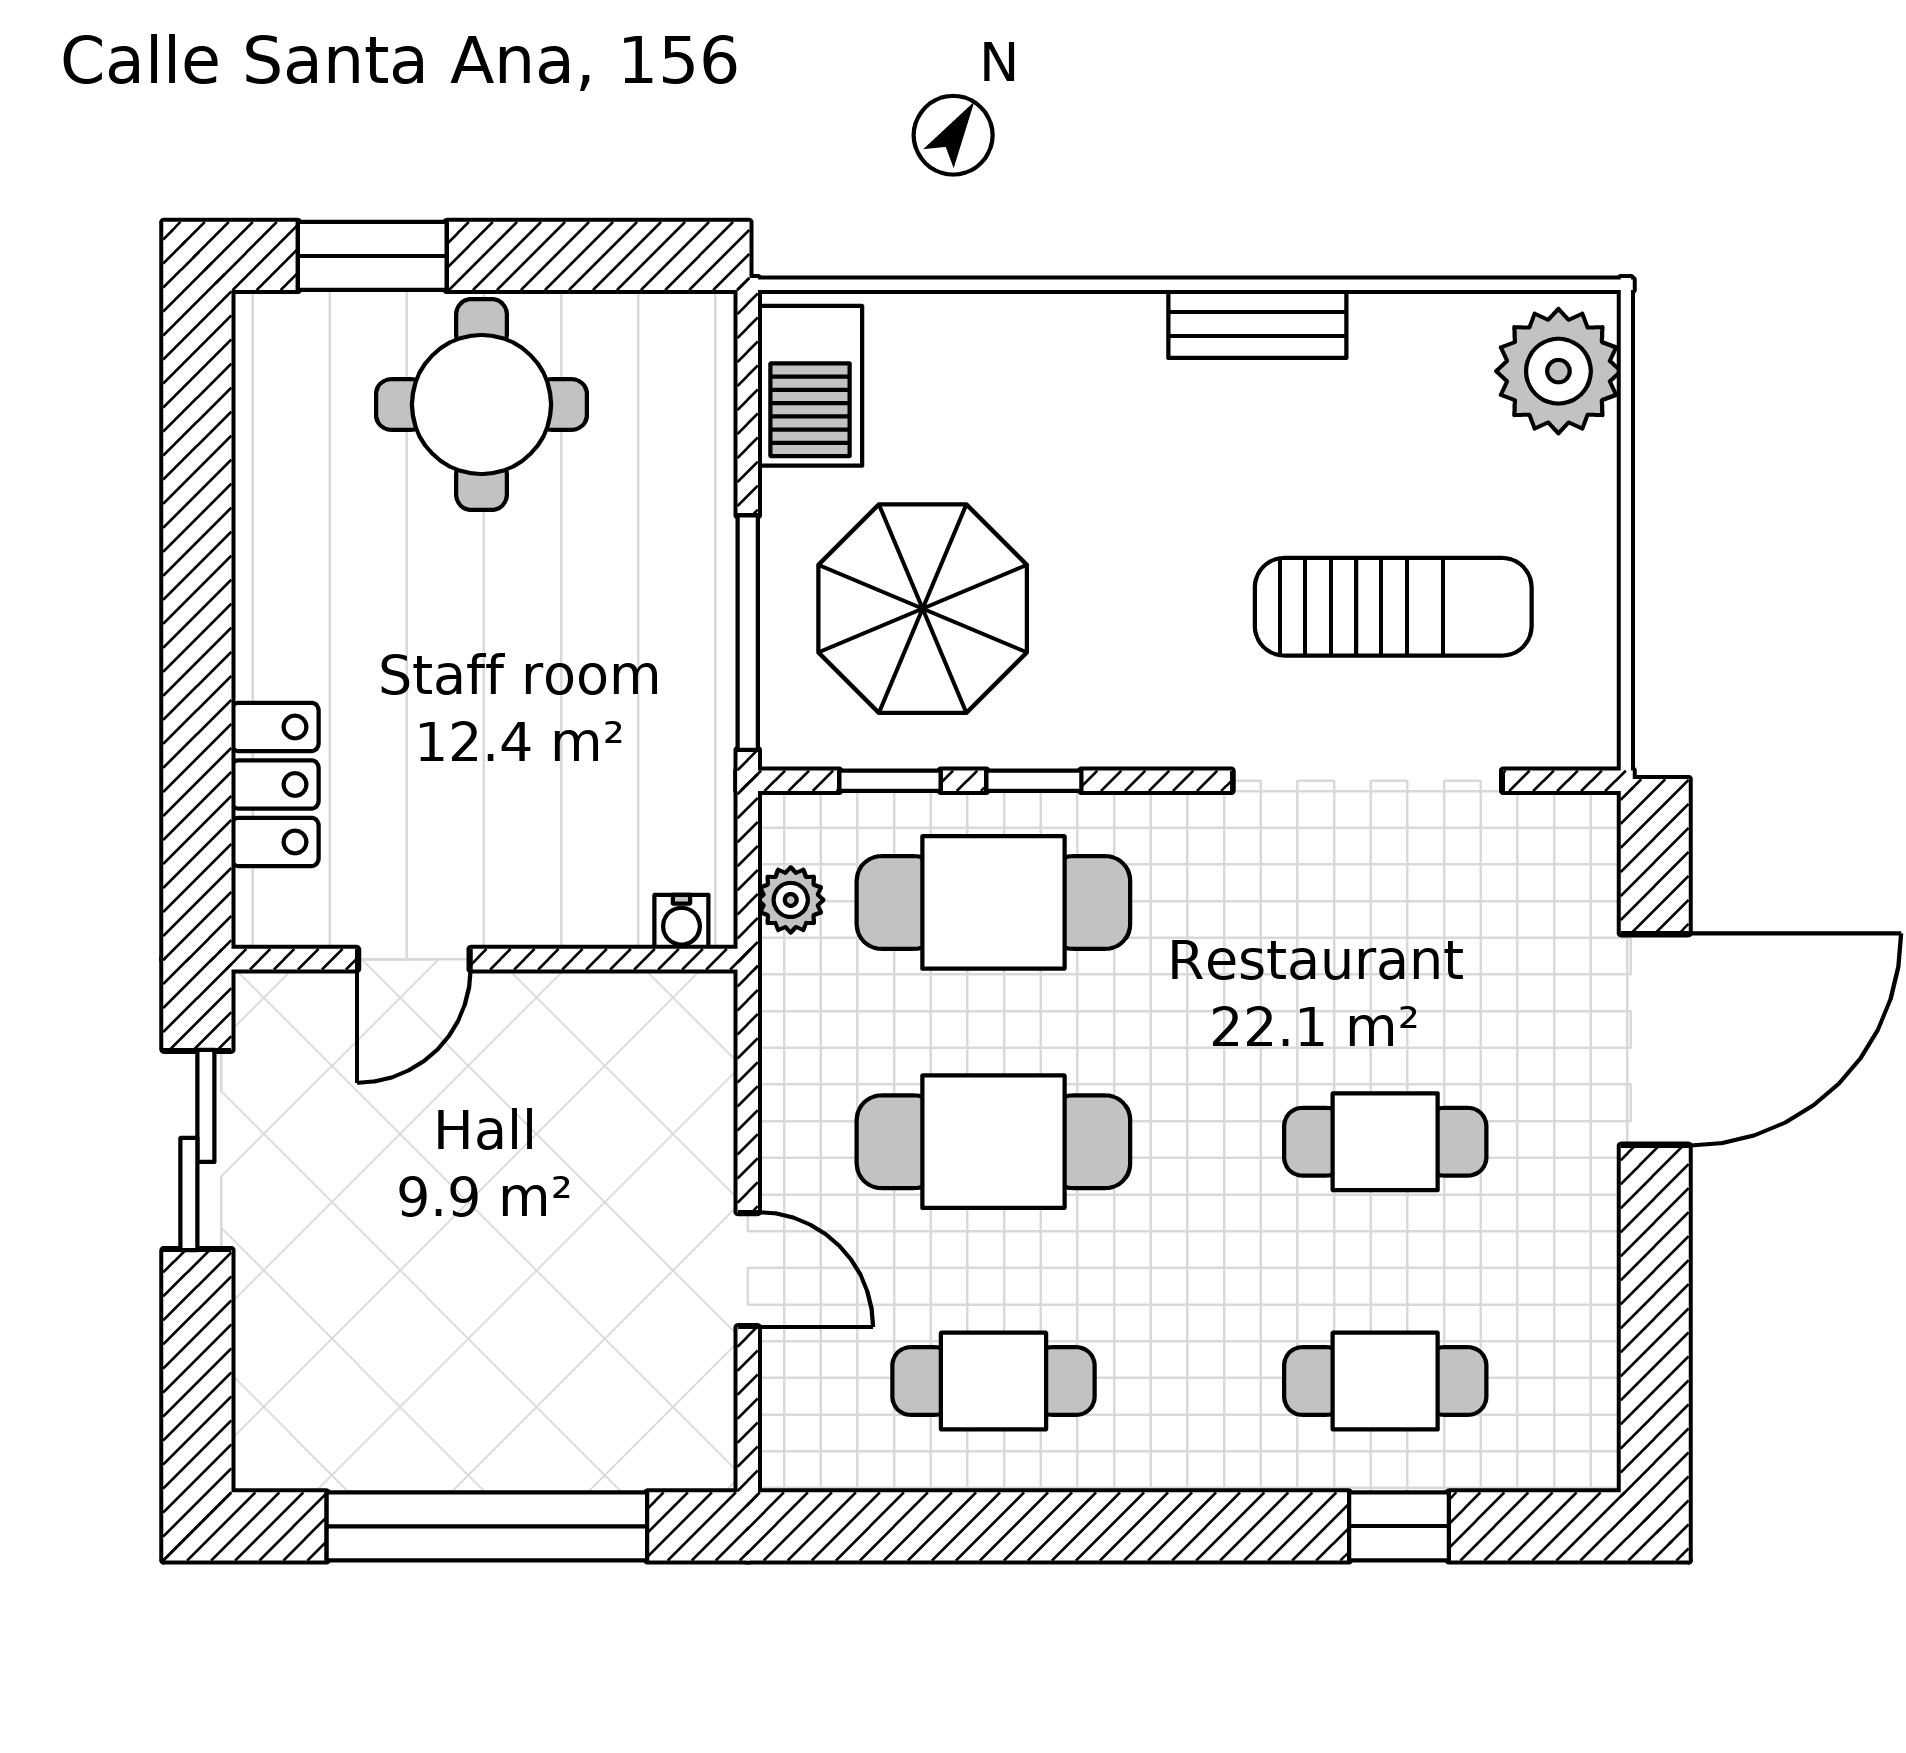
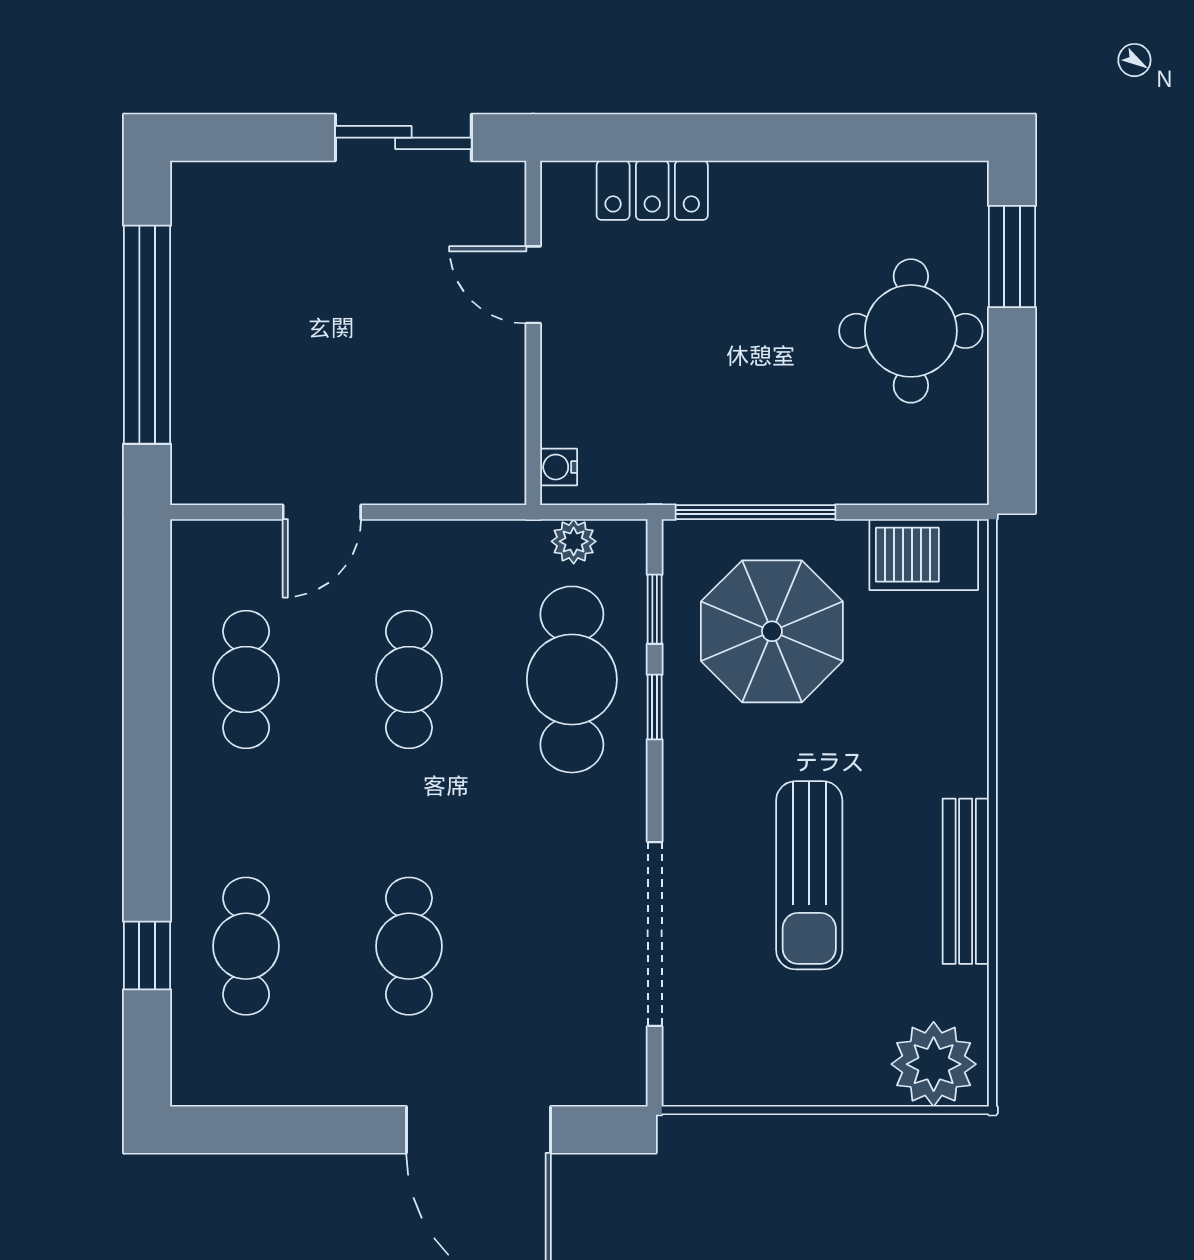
bench: (1257, 324) -> (966, 881), width x1.36
sun lounger: (1393, 607) -> (809, 875), moved
cafe table: (993, 1142) -> (409, 679), width x0.73, depth x0.74

